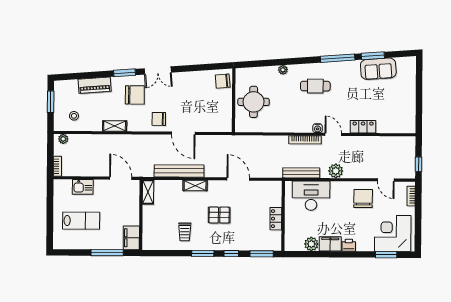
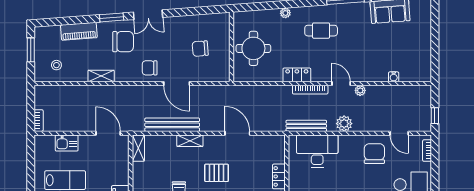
chair: (223, 81) -> (200, 49), moved
locker: (363, 127) -> (297, 75), moved
water cooler: (318, 128) -> (394, 77), moved
plant: (63, 139) -> (360, 90), moved

